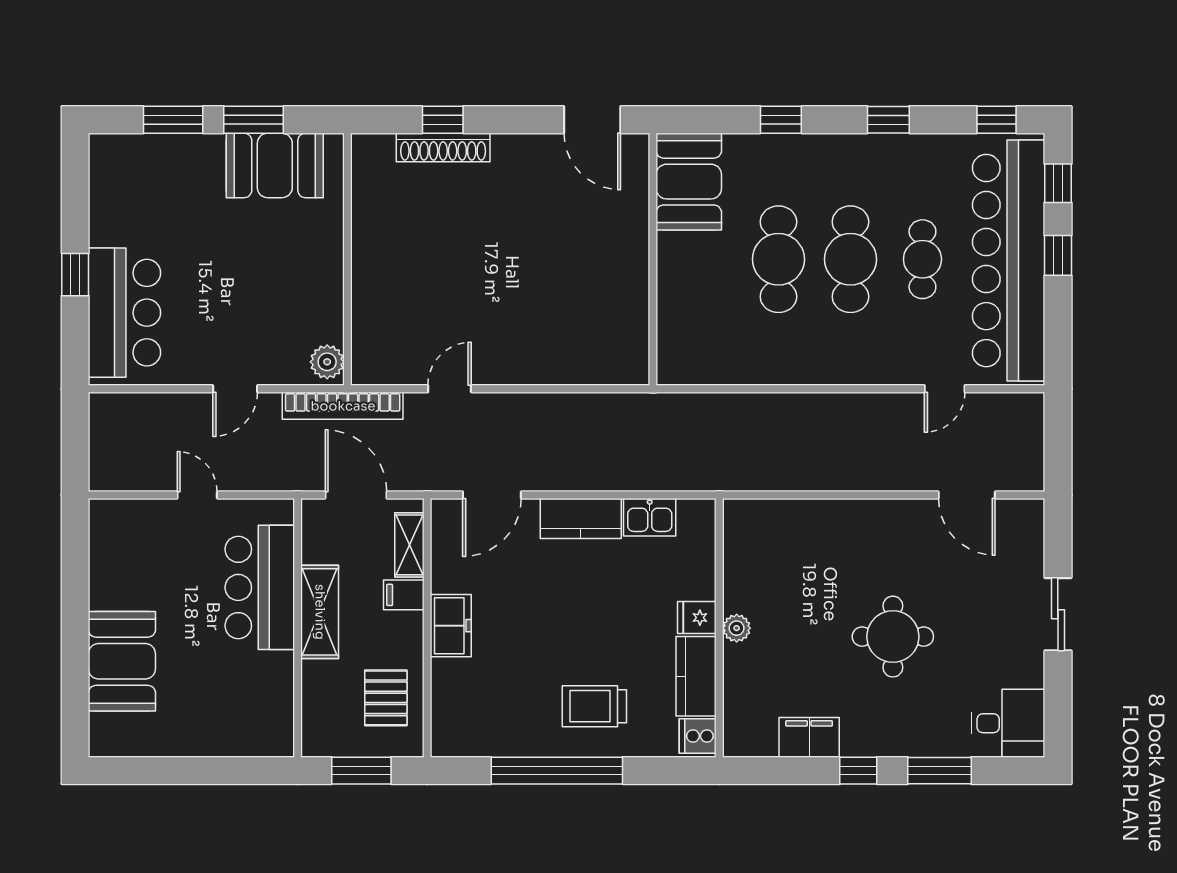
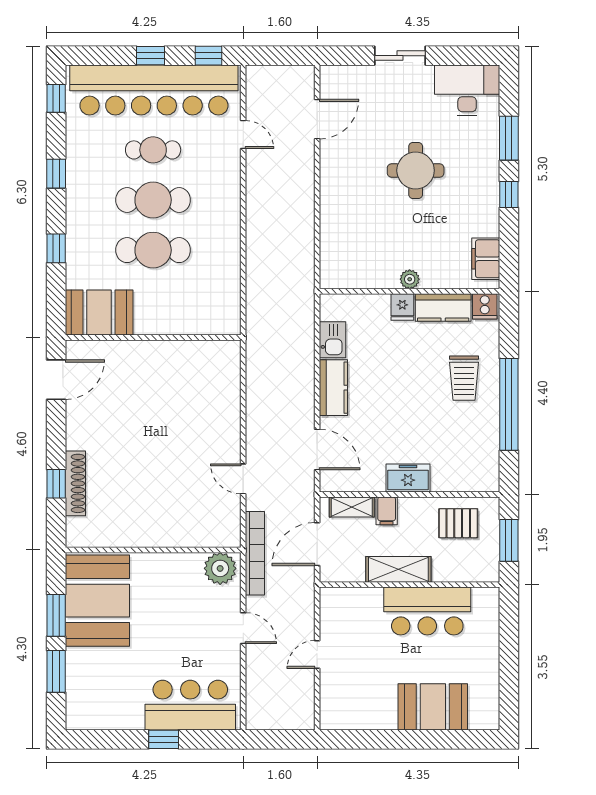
booth: (275, 165) -> (97, 601), width x1.36, depth x1.42
window: (1058, 183) -> (209, 56), moved
plant: (327, 362) -> (220, 568), width x1.36, depth x1.36
bar counter: (260, 587) -> (427, 611), moved
desk: (1008, 723) -> (467, 90), width x1.37
filing cabinet: (809, 737) -> (486, 259), moved

